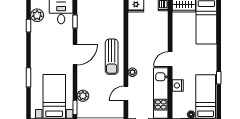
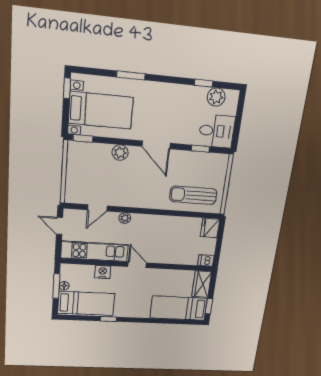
sun lounger: (112, 57) -> (193, 195), moved
door: (126, 93) -> (97, 208), swing flipped
plant: (83, 96) -> (120, 153), moved

